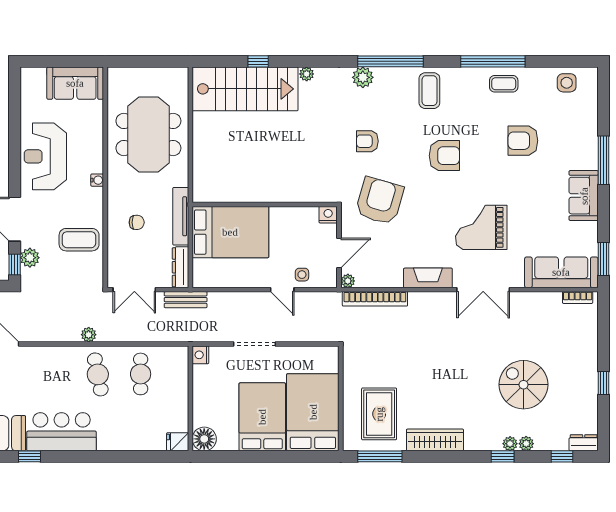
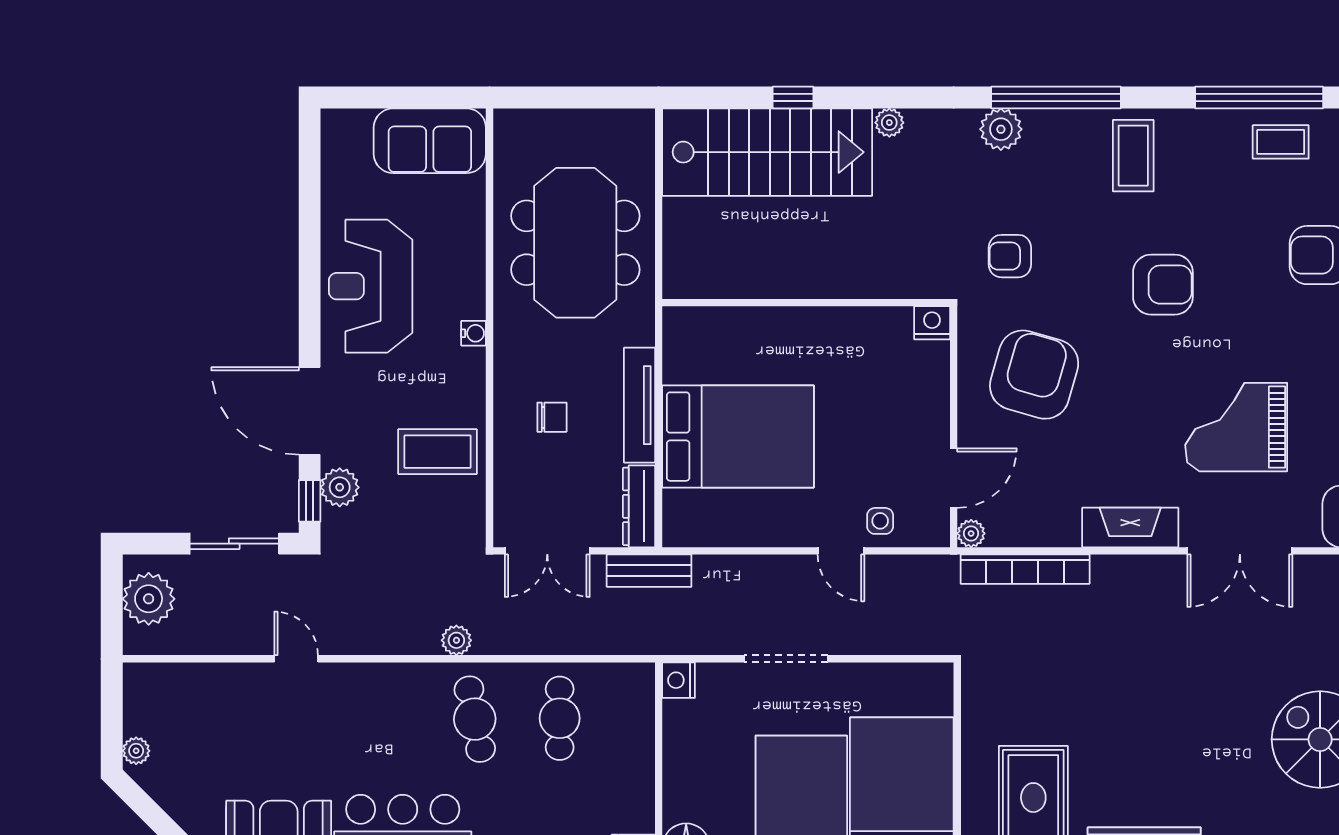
wall: (265, 205) -> (806, 303), moved
nightstand: (328, 215) -> (932, 323), moved

